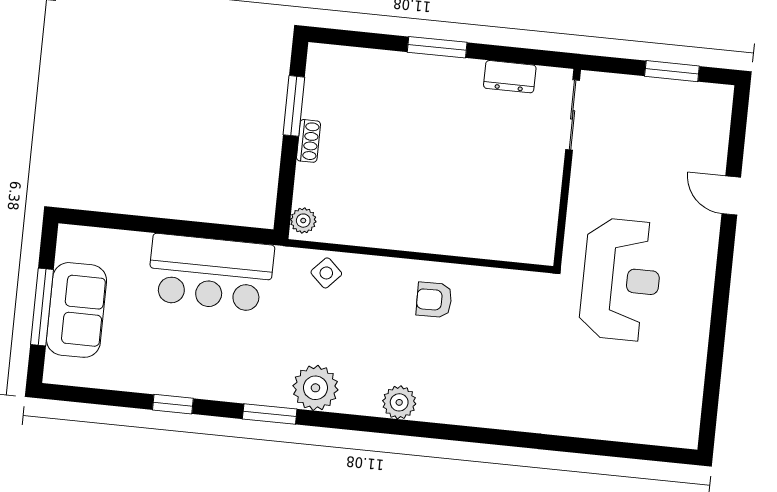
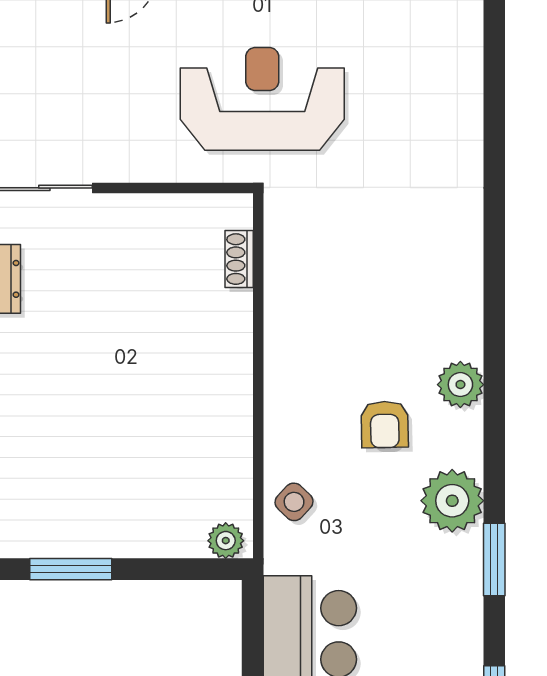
shoe rack: (308, 141) -> (239, 259), moved, turned -90
armchair: (434, 300) -> (385, 424), moved

